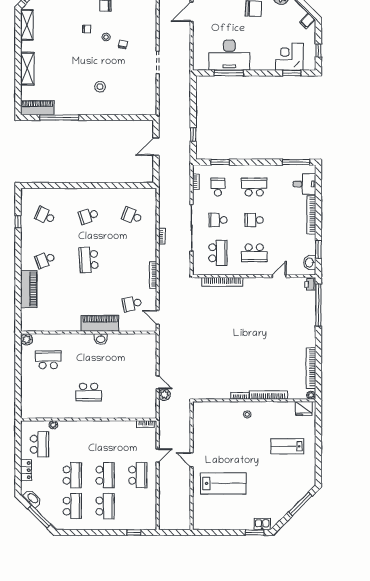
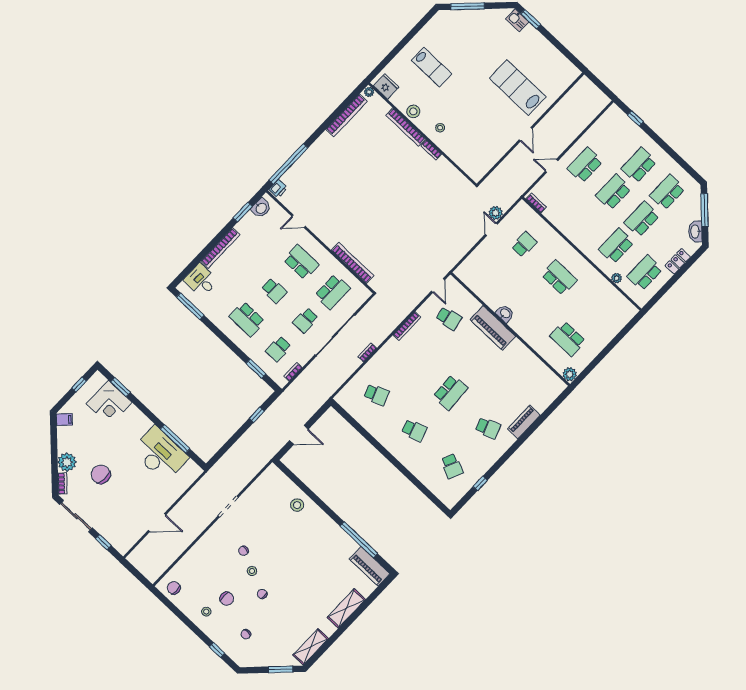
stool: (100, 87) -> (297, 505), moved
school desk: (132, 216) -> (377, 395), turned -42
school desk: (218, 220) -> (305, 320), turned 90
school desk: (218, 253) -> (332, 292), turned 180
piano: (29, 289) -> (524, 422), width x0.73, depth x0.75
school desk: (129, 392) -> (524, 244), added
stool: (273, 409) -> (413, 111), added
school desk: (72, 444) -> (616, 246), added

